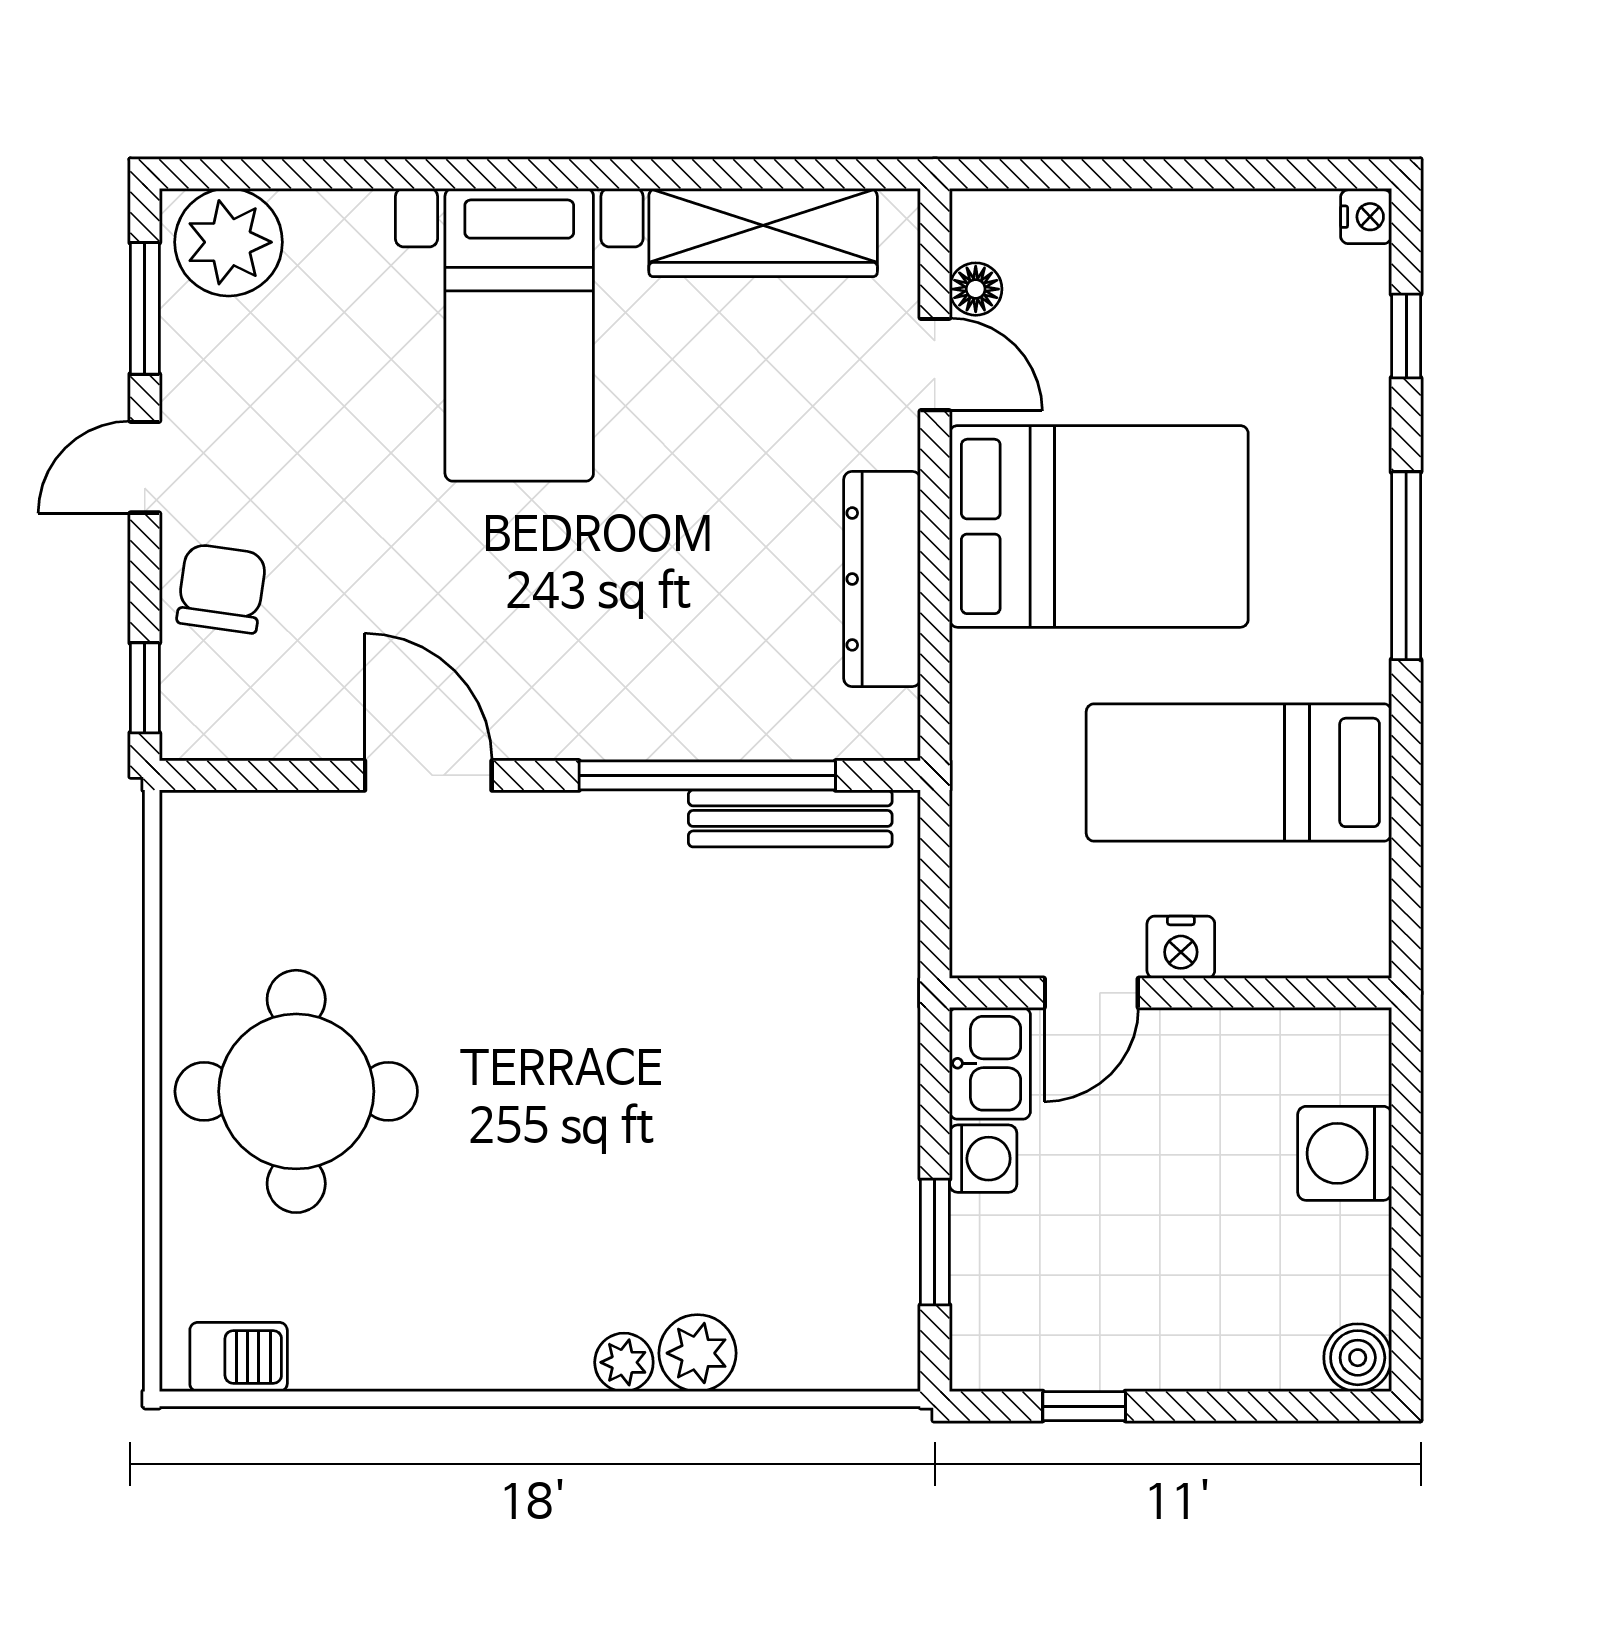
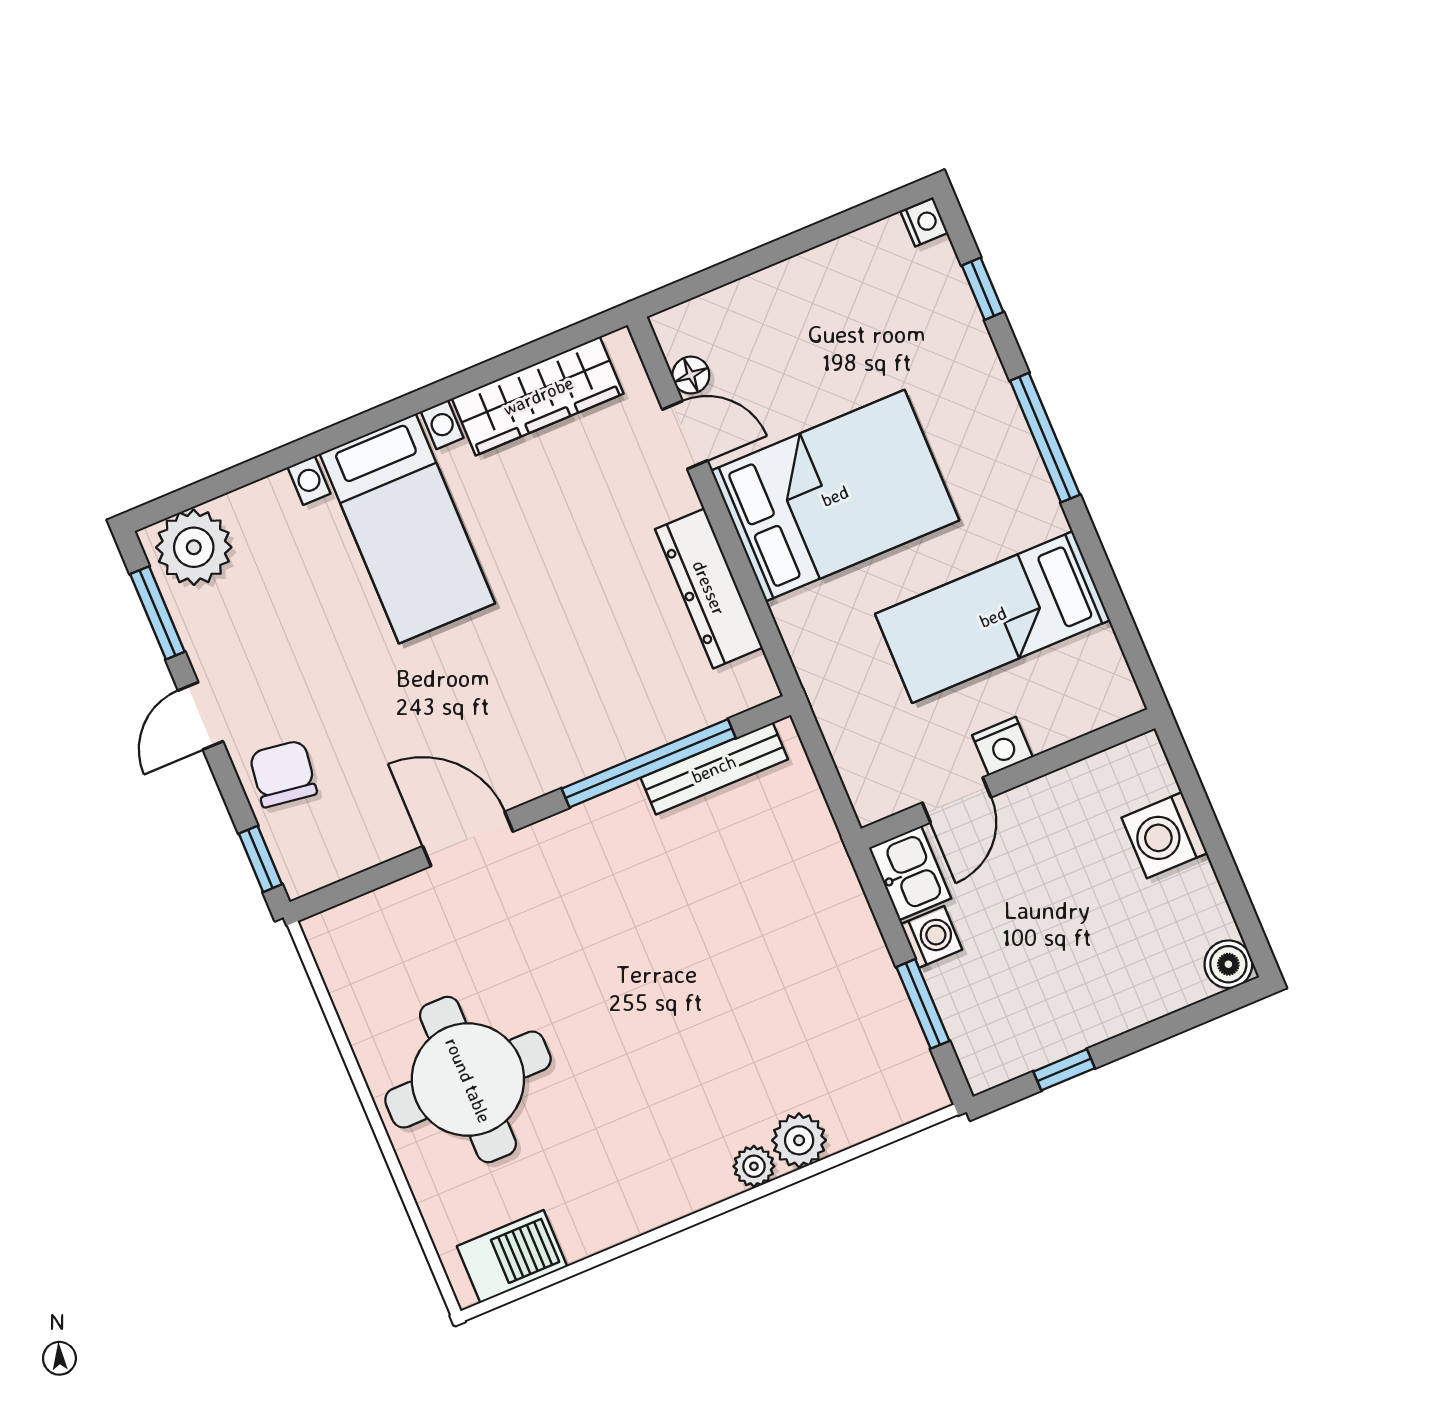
barbecue: (239, 1357) -> (512, 1256), width x1.38, depth x1.27

